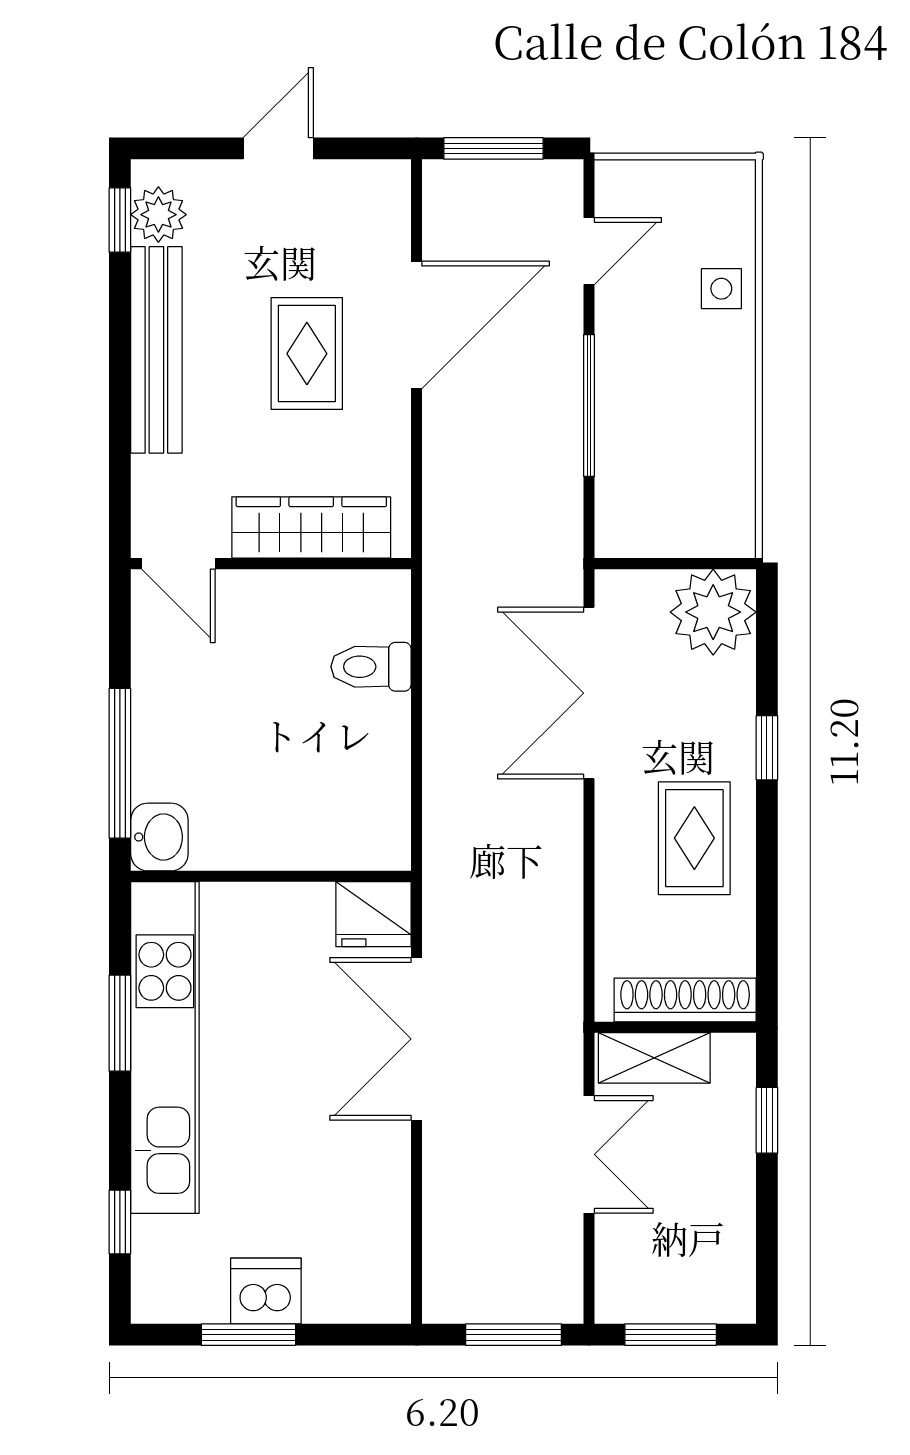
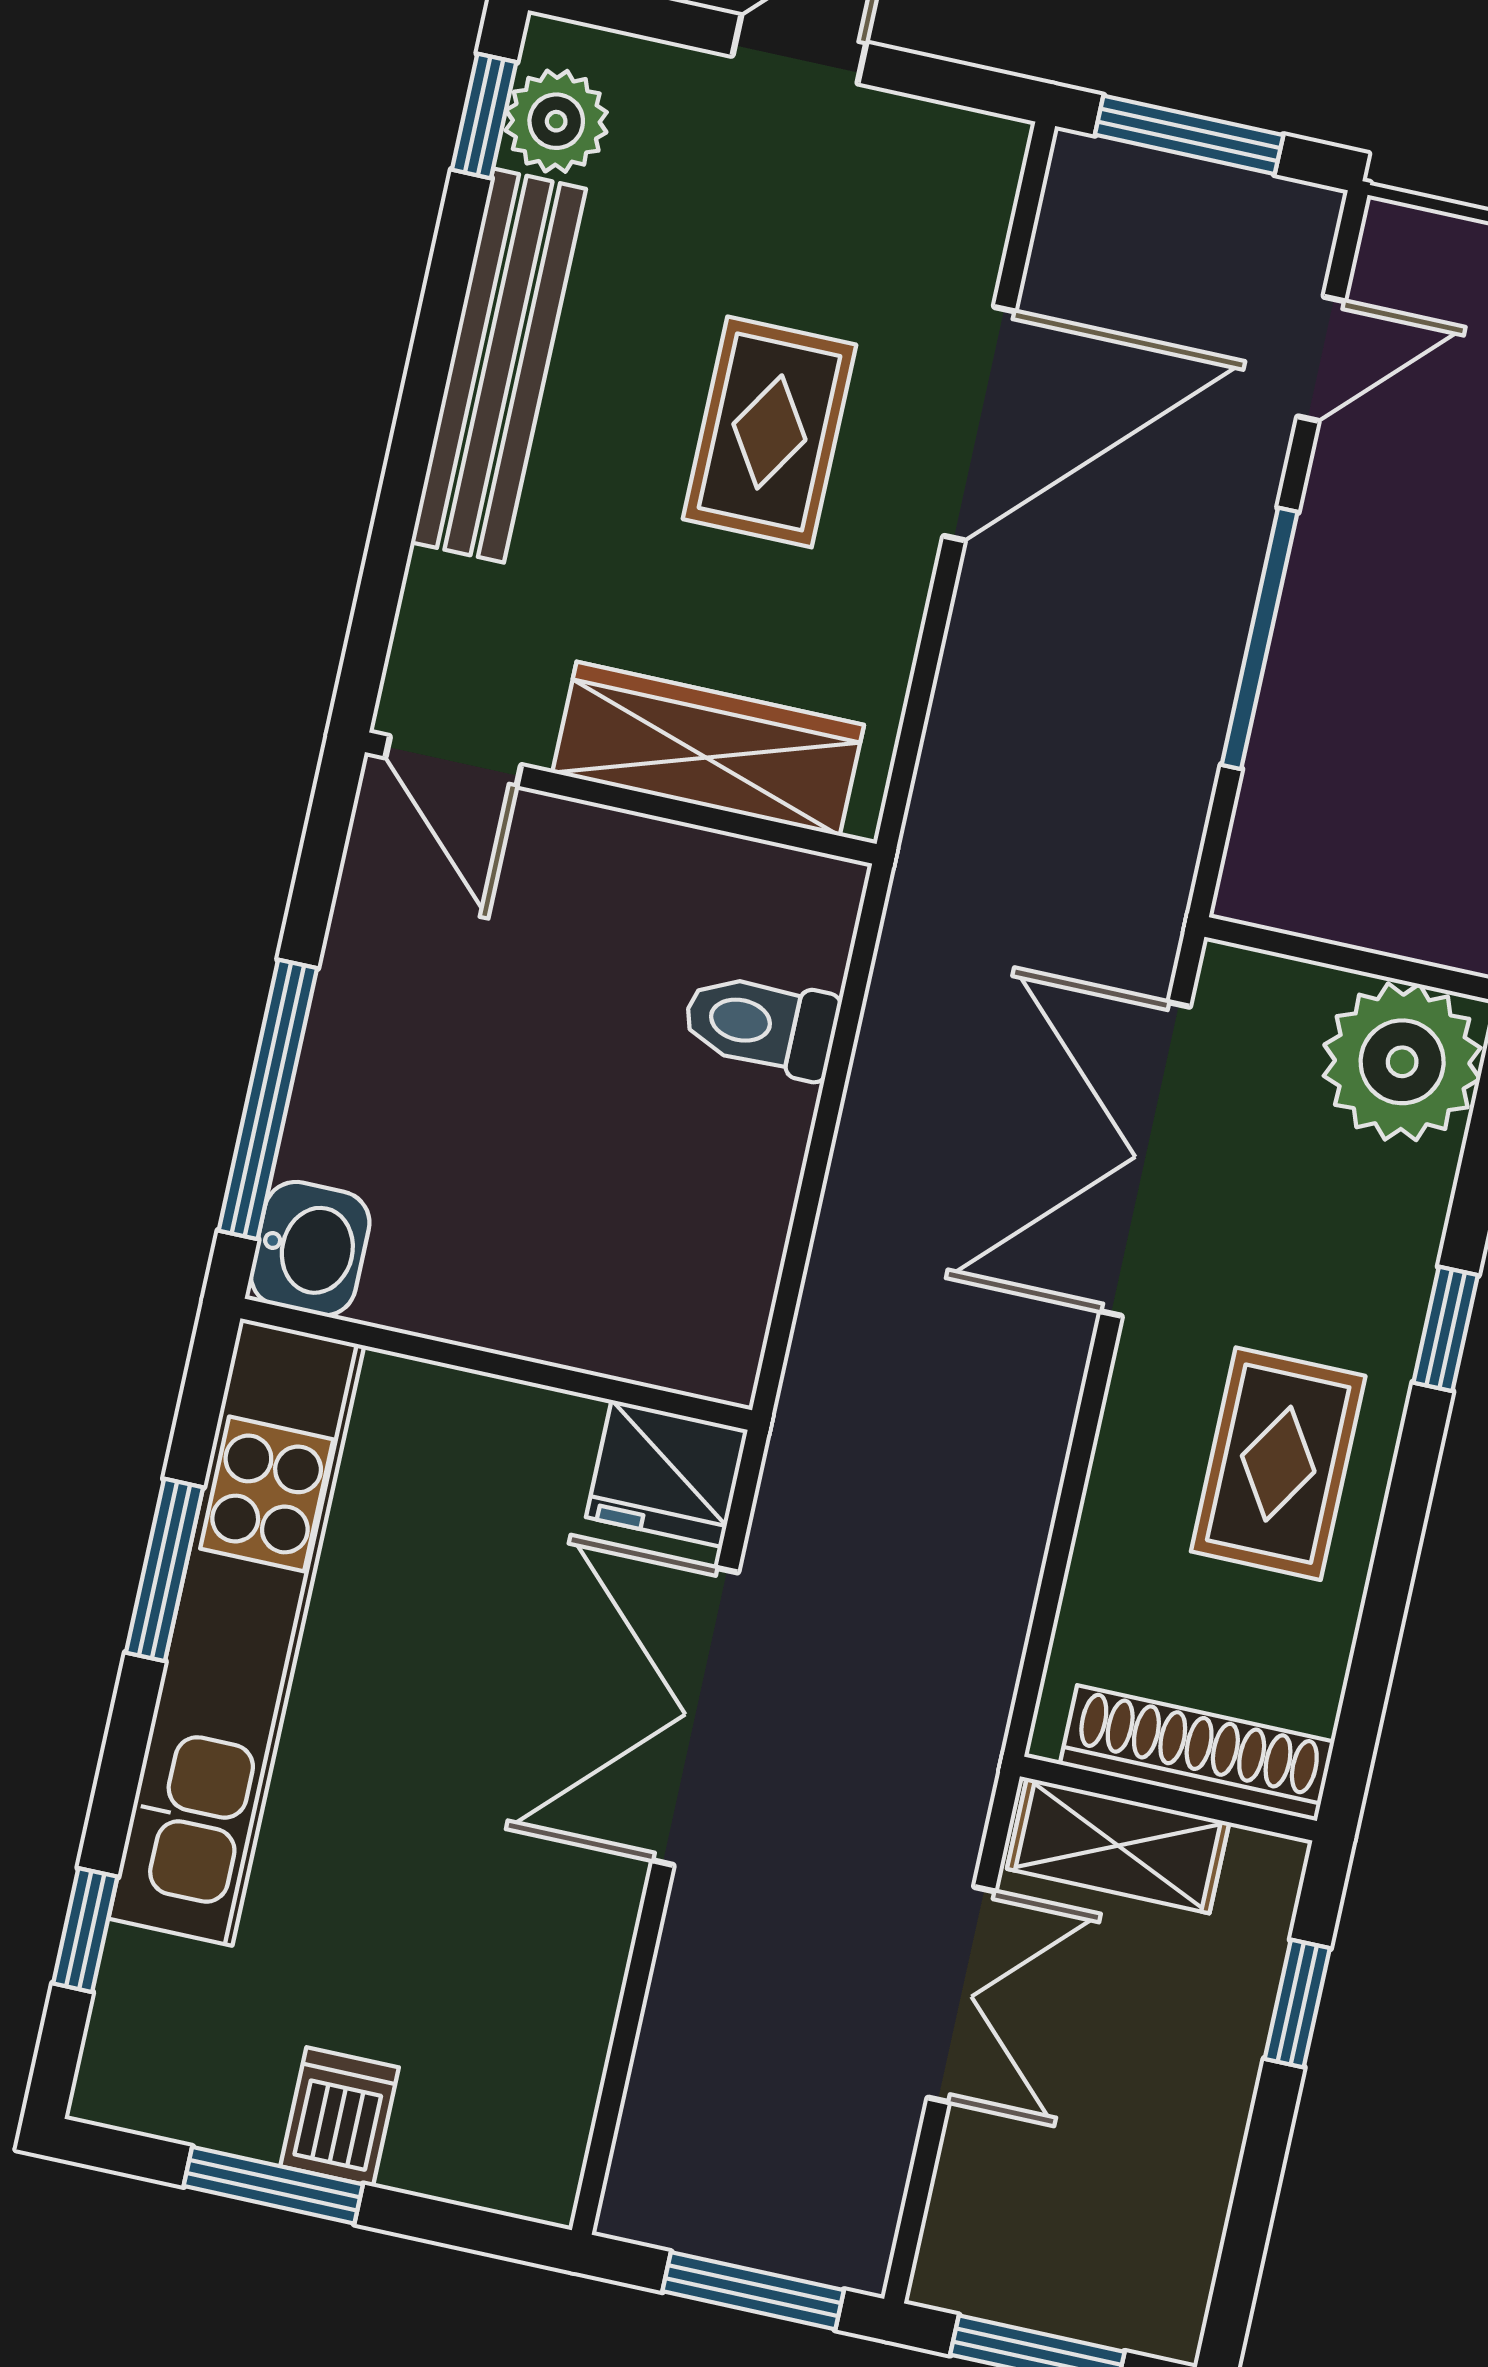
dishwasher: (266, 1291) -> (340, 2117), width x0.73

